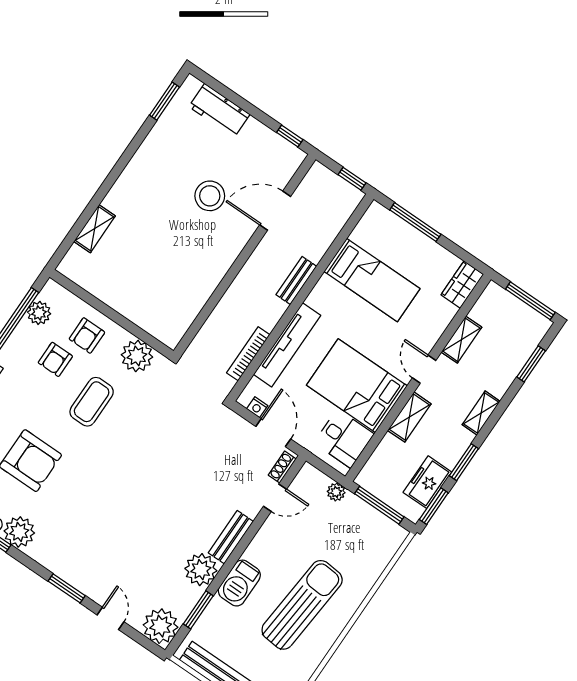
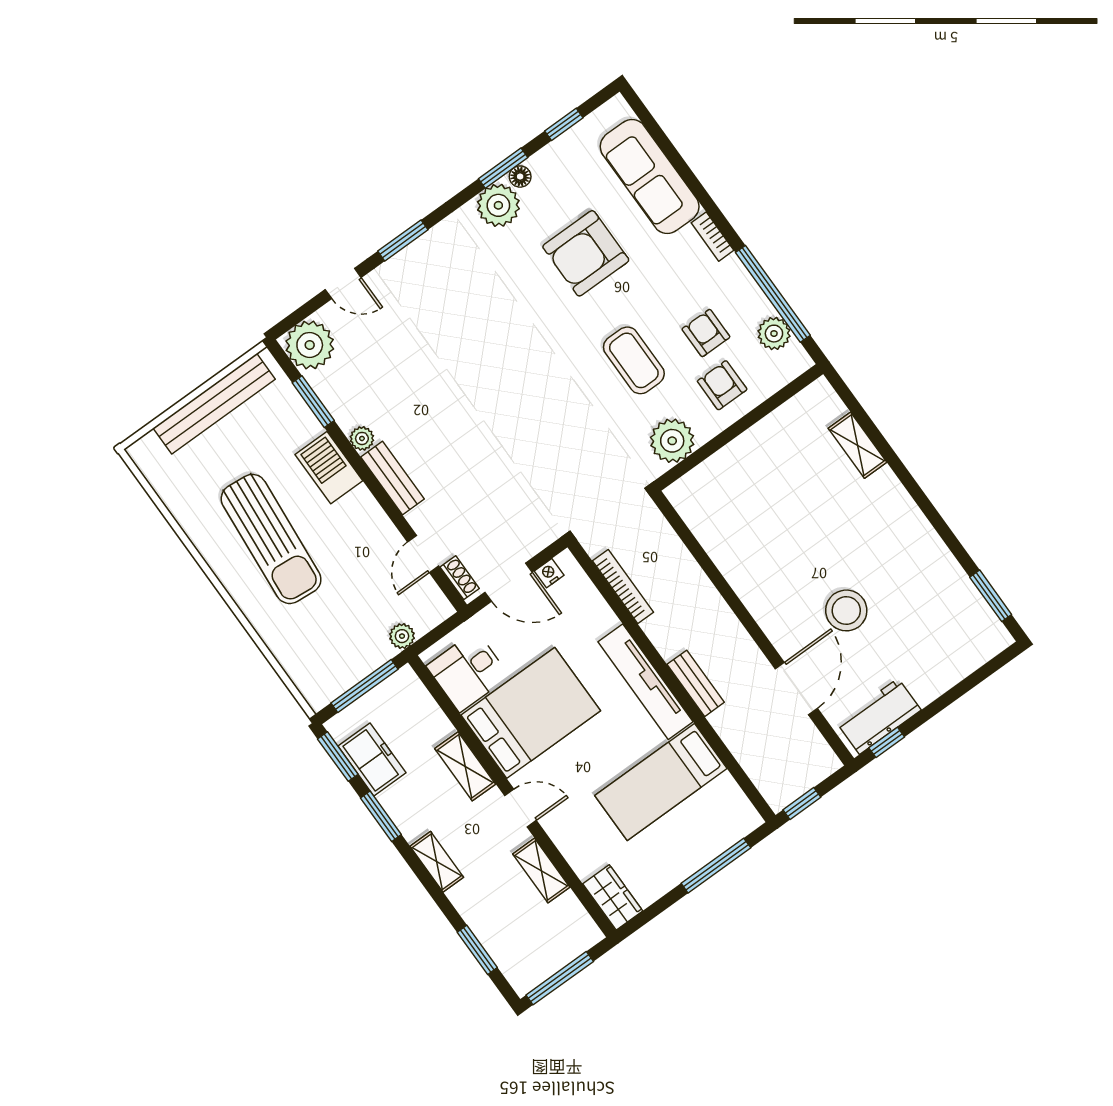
workbench: (219, 110) -> (879, 716), moved
tv unit: (287, 345) -> (646, 682), moved
plant: (201, 570) -> (362, 438), width x0.53, depth x0.53

